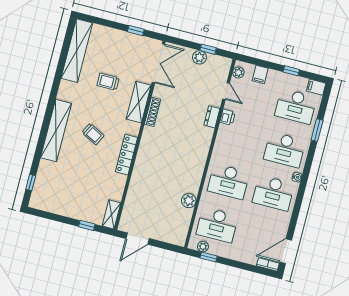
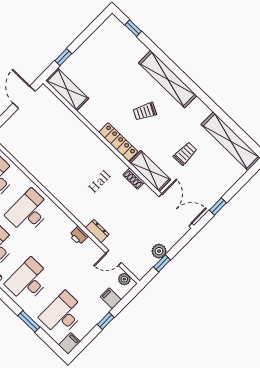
double door: (158, 63) -> (175, 210), swing flipped
window: (291, 71) -> (106, 321), moved
shoe rack: (152, 112) -> (134, 179), width x0.70
printer: (228, 117) -> (79, 236), moved
locker: (127, 155) -> (118, 142), moved
plant: (189, 201) -> (32, 165), removed
shelving: (111, 214) -> (67, 89), width x1.50, depth x1.33

